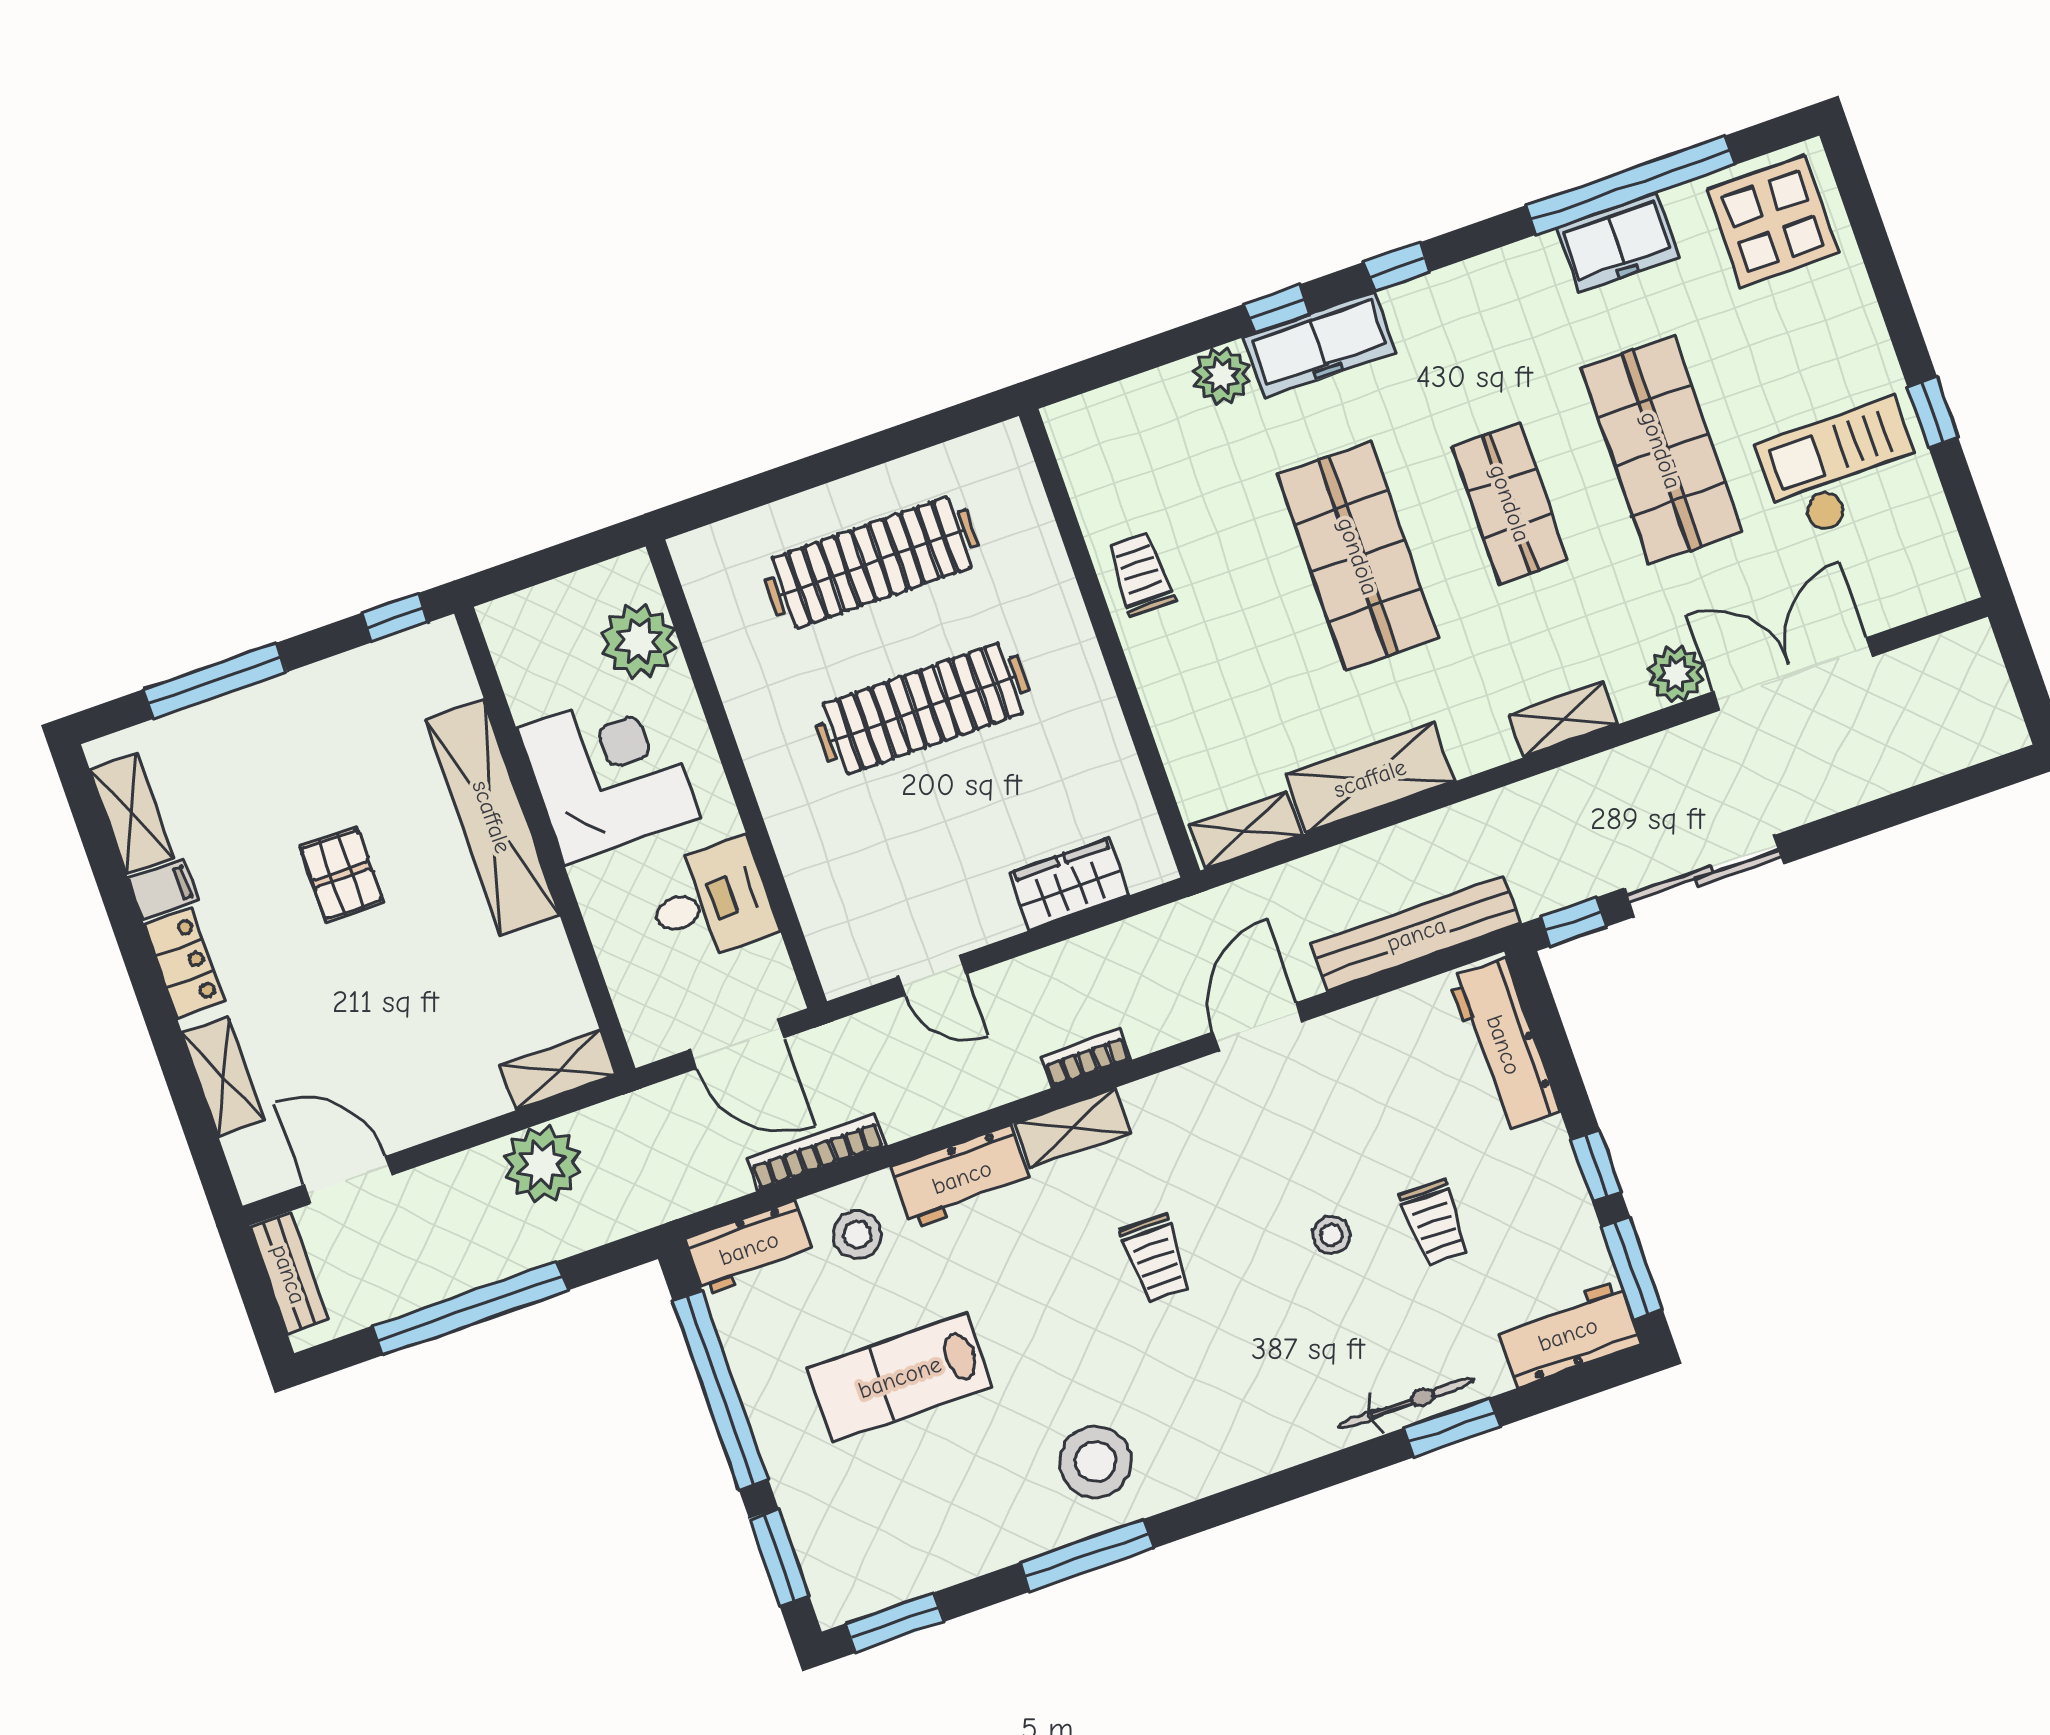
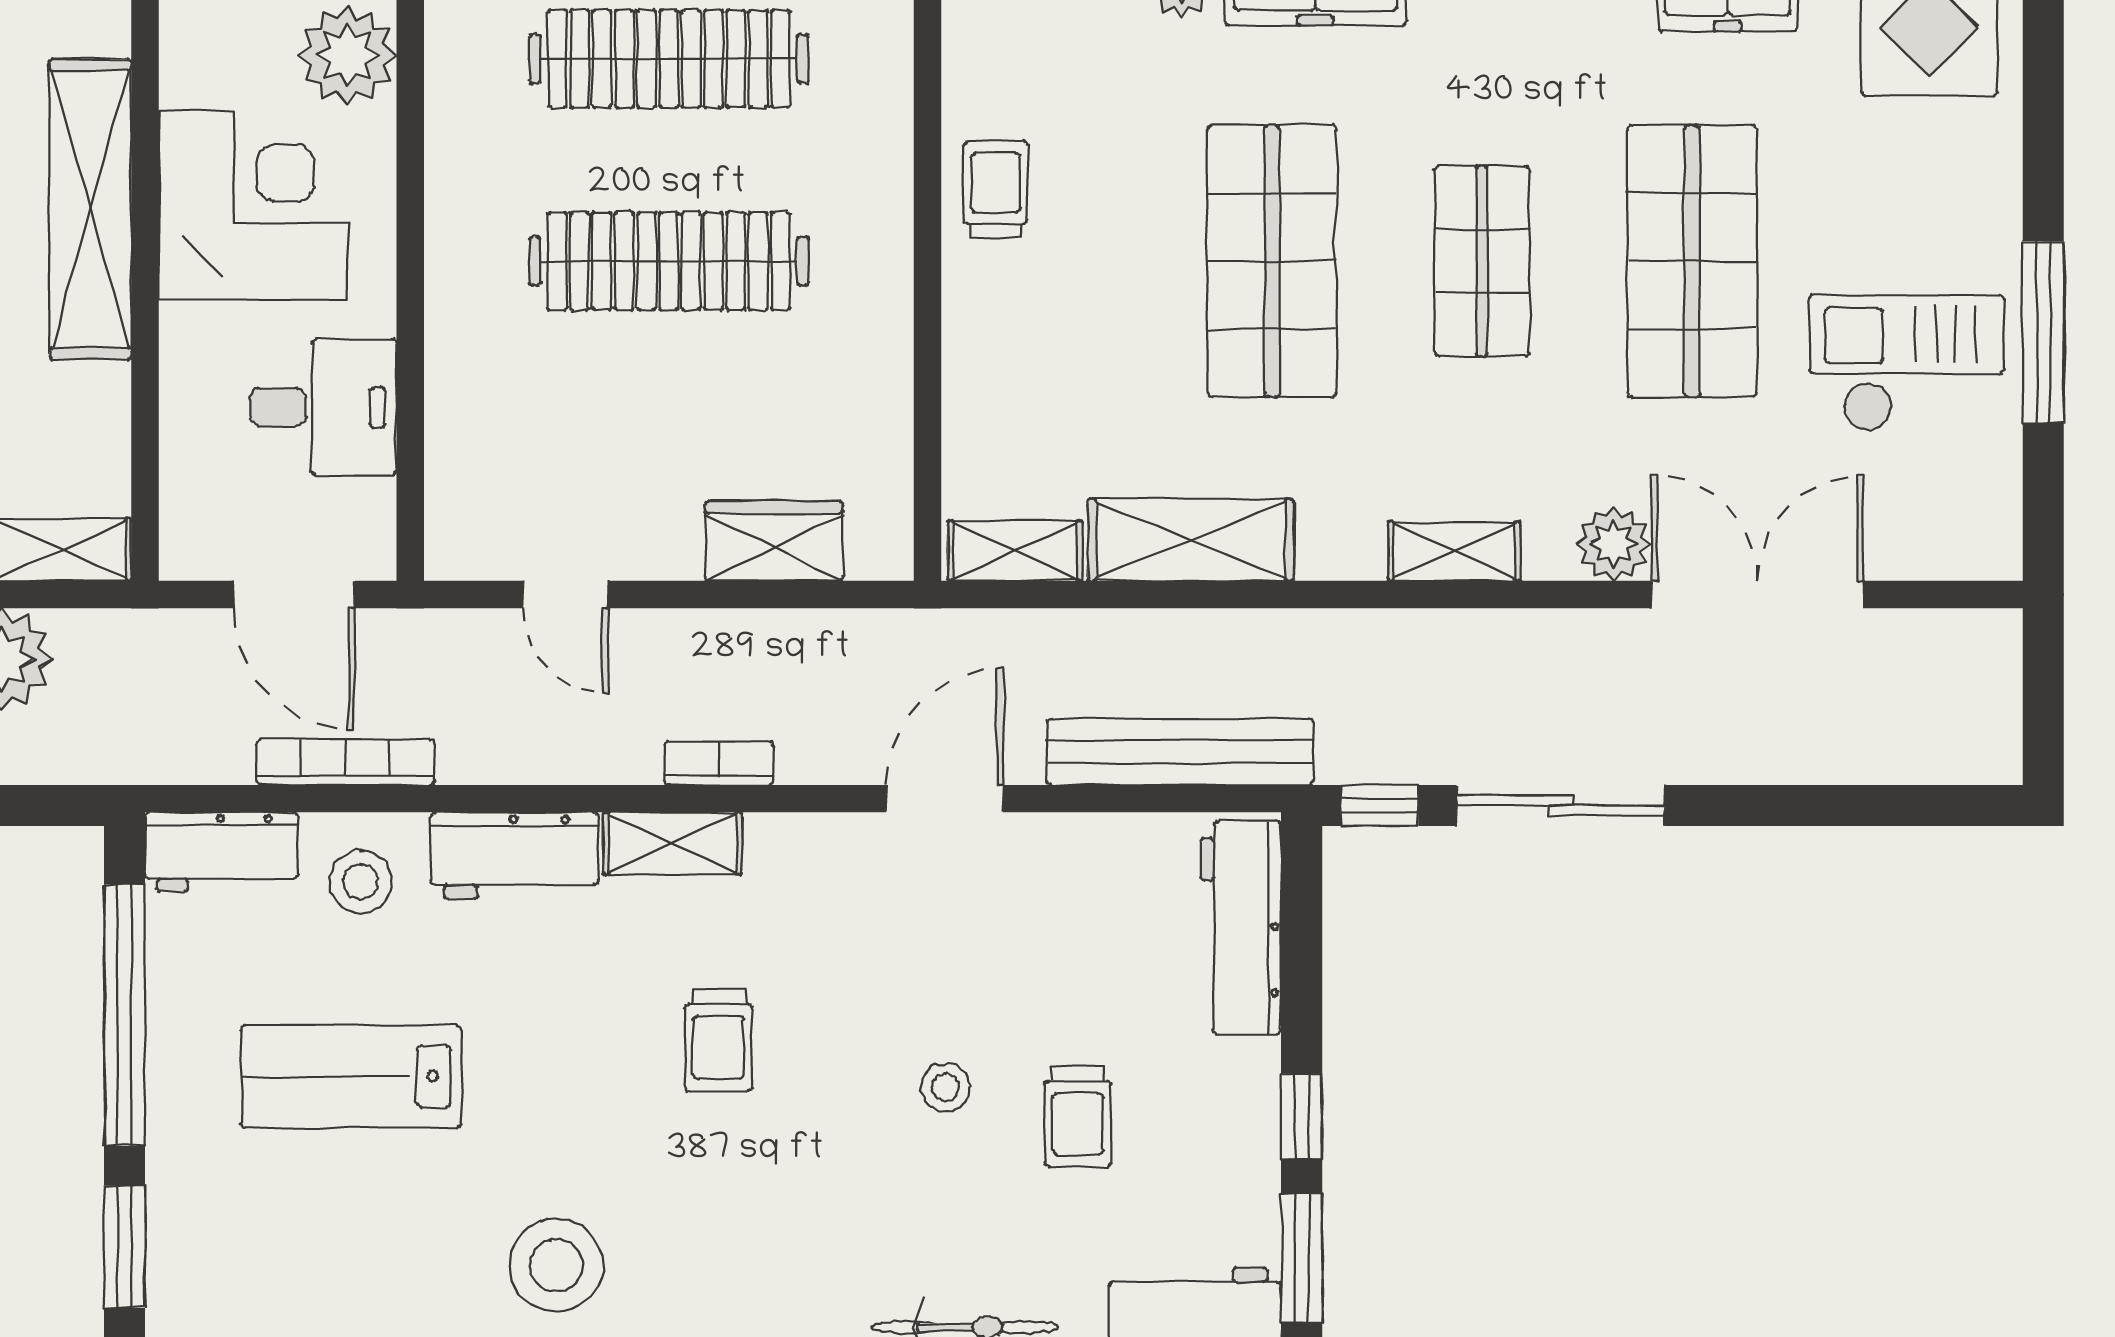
window: (1933, 412) -> (2043, 332), width x2.17

